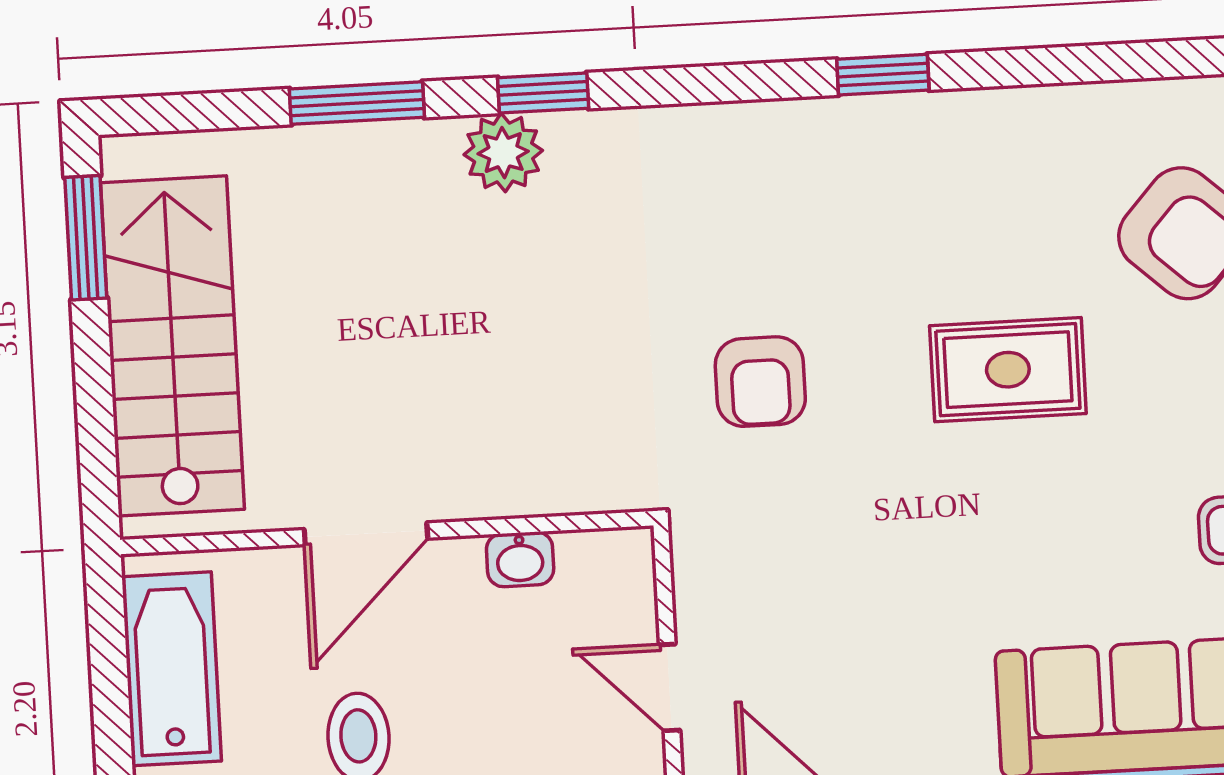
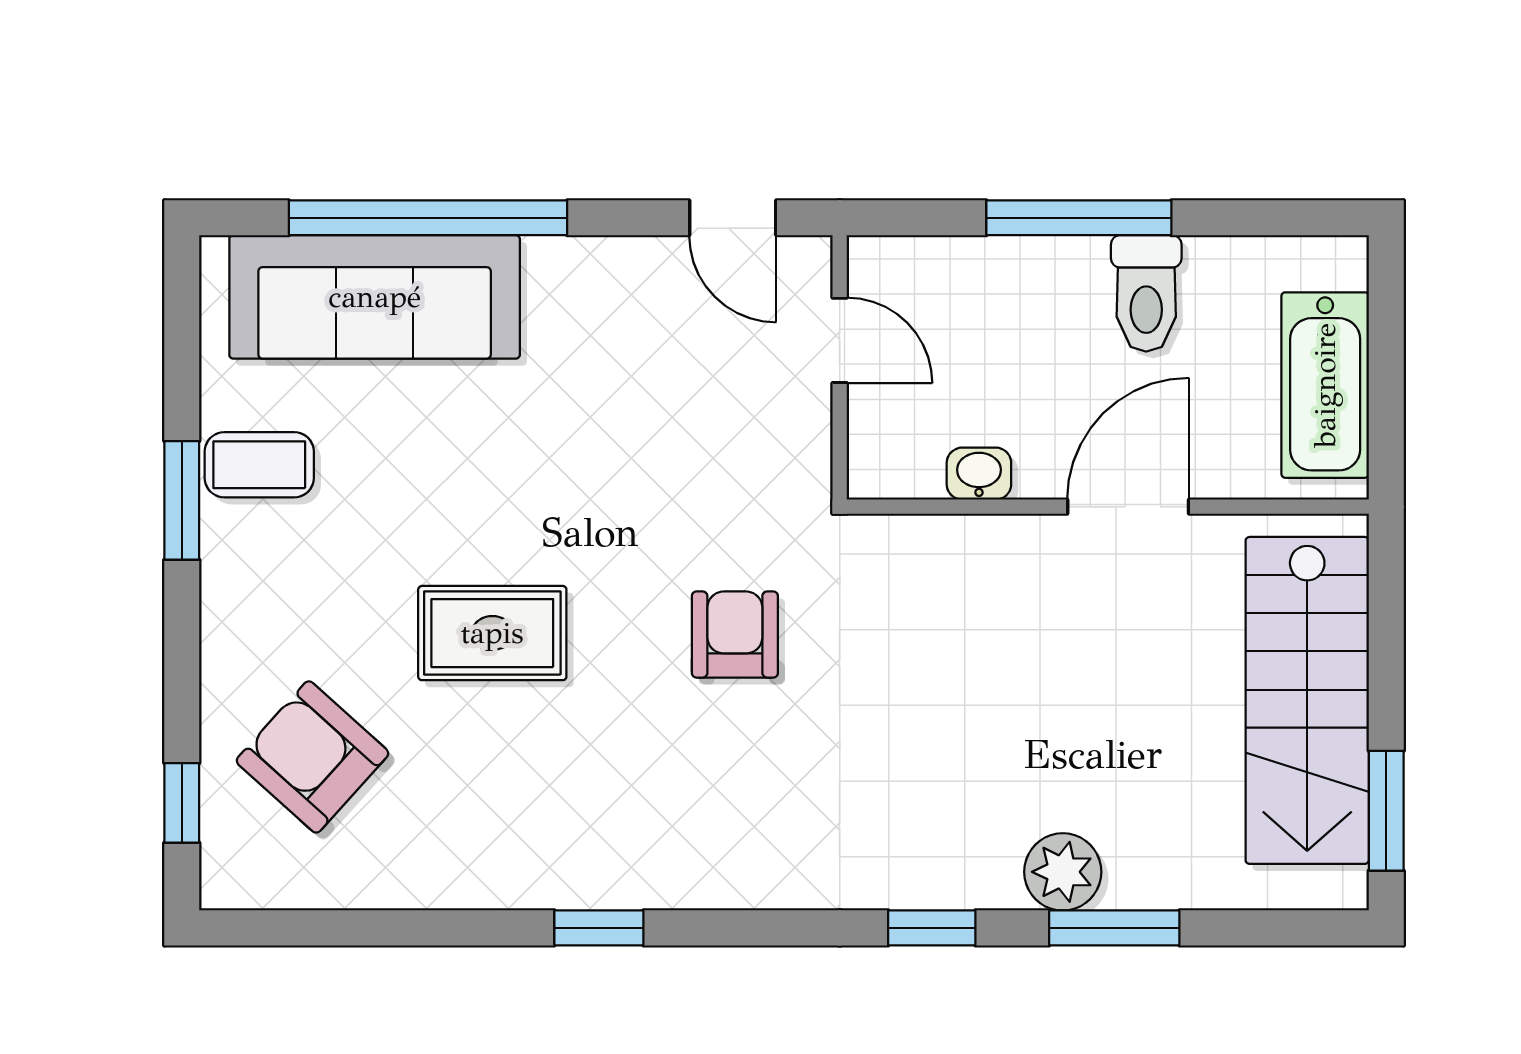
plant: (503, 153) -> (1063, 872), moved

